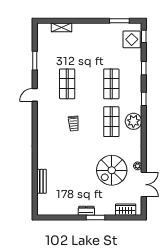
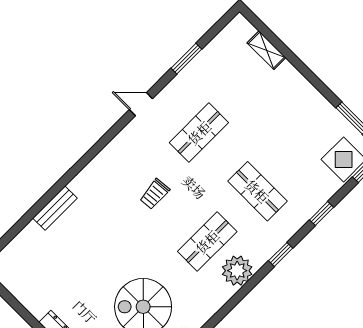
shop shelf: (111, 84) -> (257, 191), turned 90
bench: (41, 181) -> (55, 208), moved

